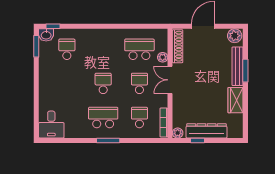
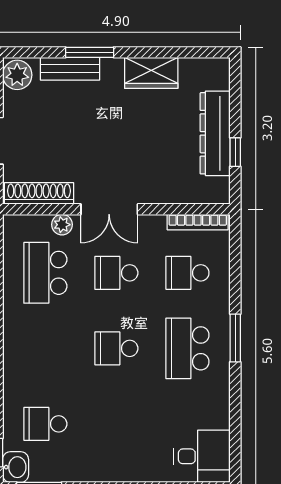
bench: (238, 66) -> (70, 69), width x0.73
plant: (178, 133) -> (220, 193), removed

